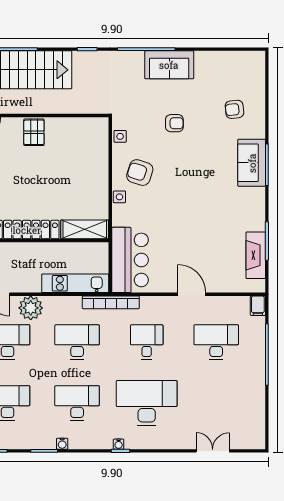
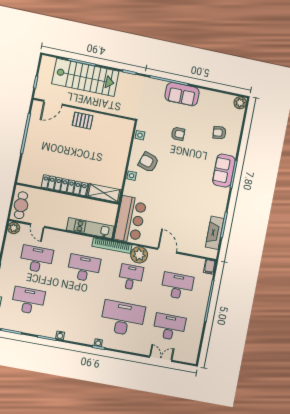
plant: (256, 60) -> (240, 103), added
pallet: (34, 132) -> (83, 121), turned 90
plant: (31, 308) -> (139, 255), moved
desk: (77, 403) -> (169, 327), moved

